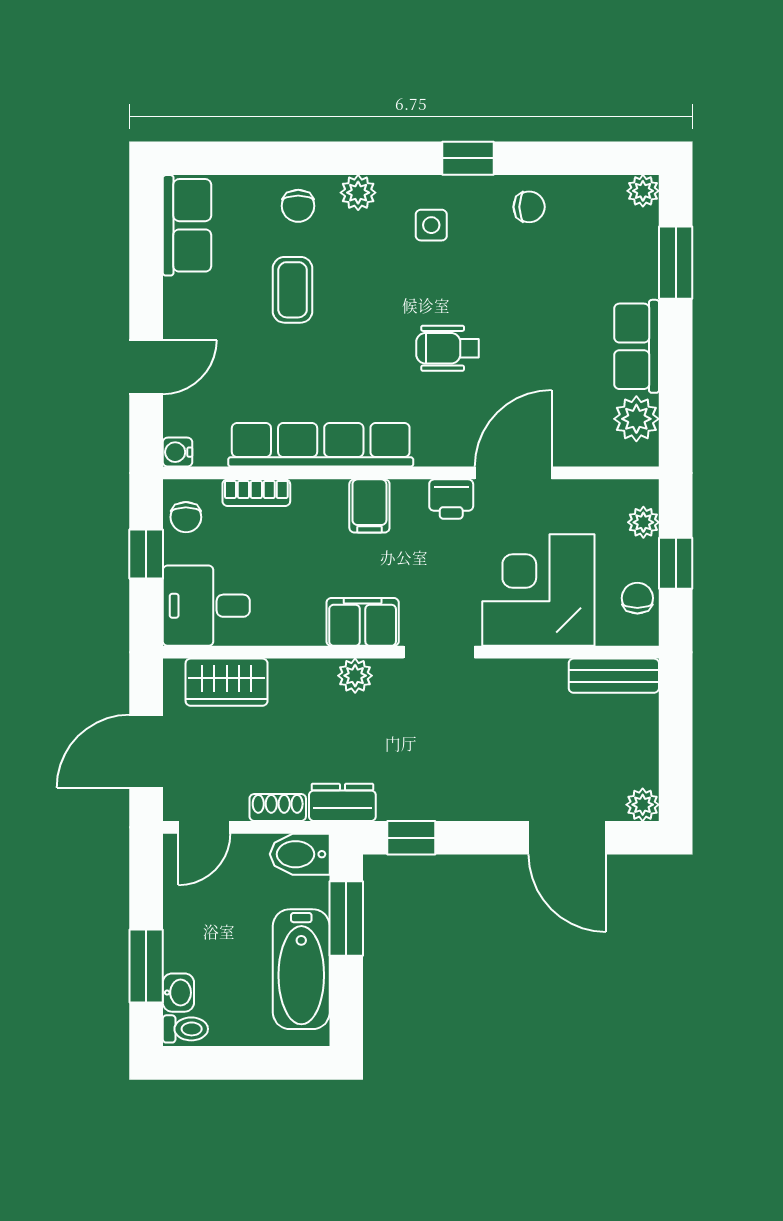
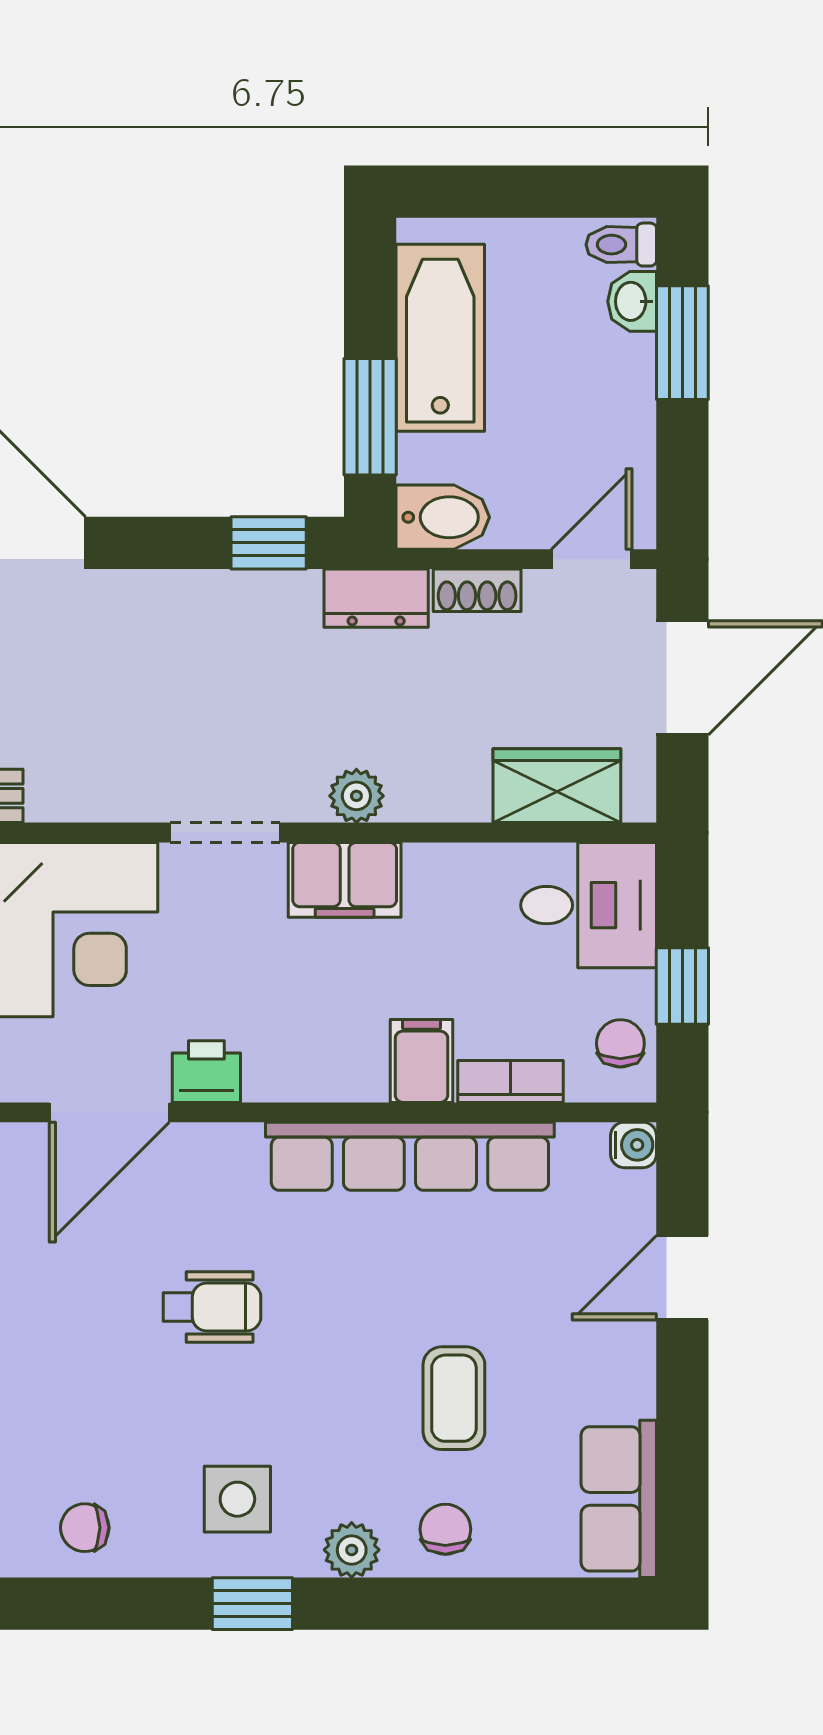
window: (468, 158) -> (252, 1604), moved
side table: (431, 225) -> (237, 1499), width x1.37, depth x1.37
filing cabinet: (369, 506) -> (421, 1061), moved

